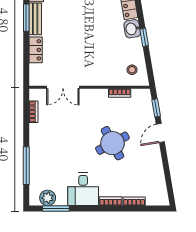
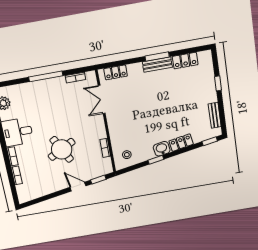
locker: (36, 50) -> (116, 72), moved
window: (26, 166) -> (46, 76), moved

